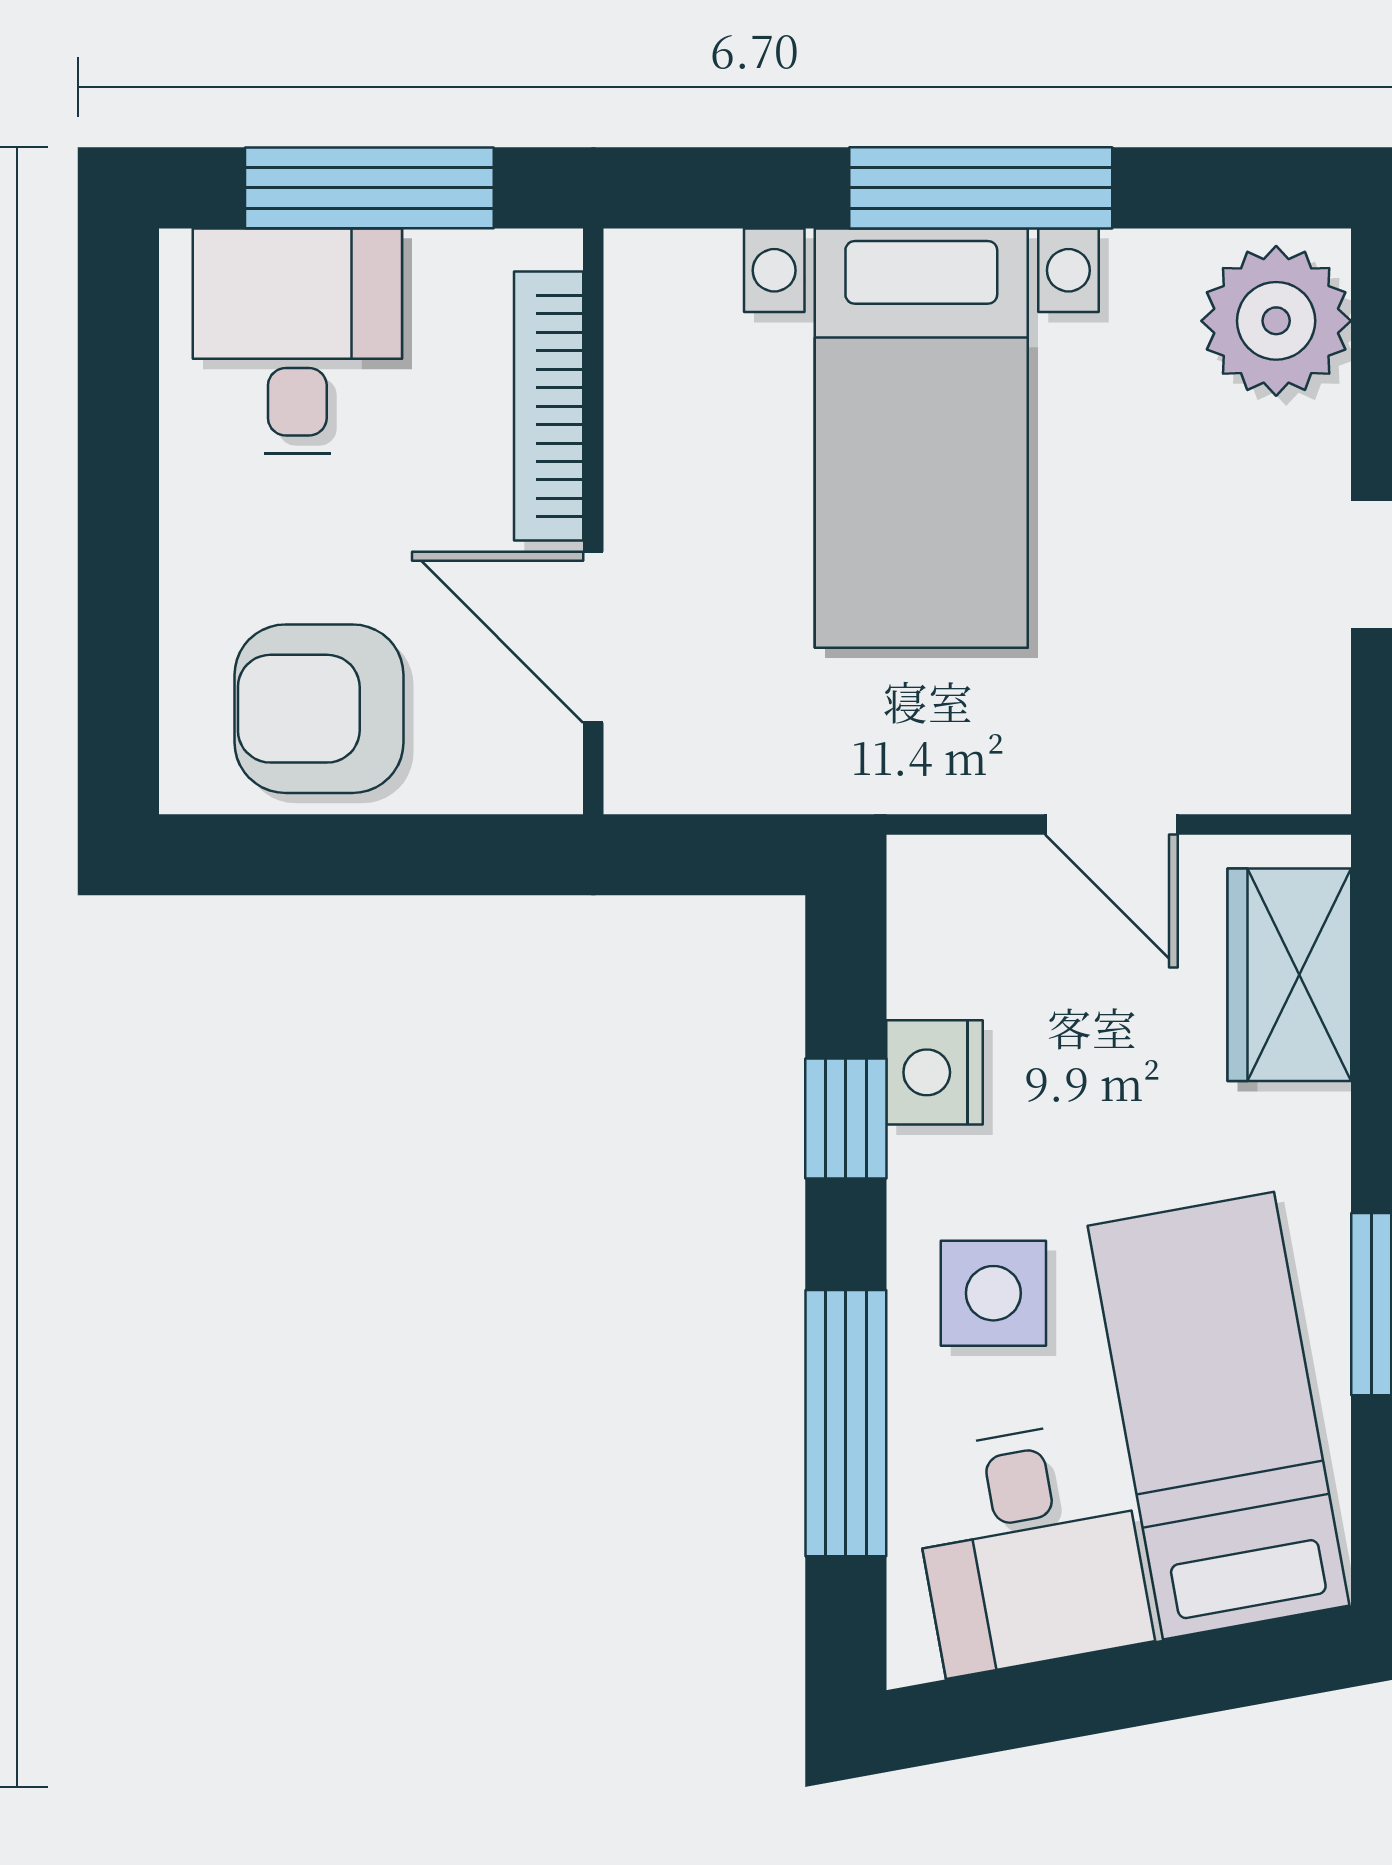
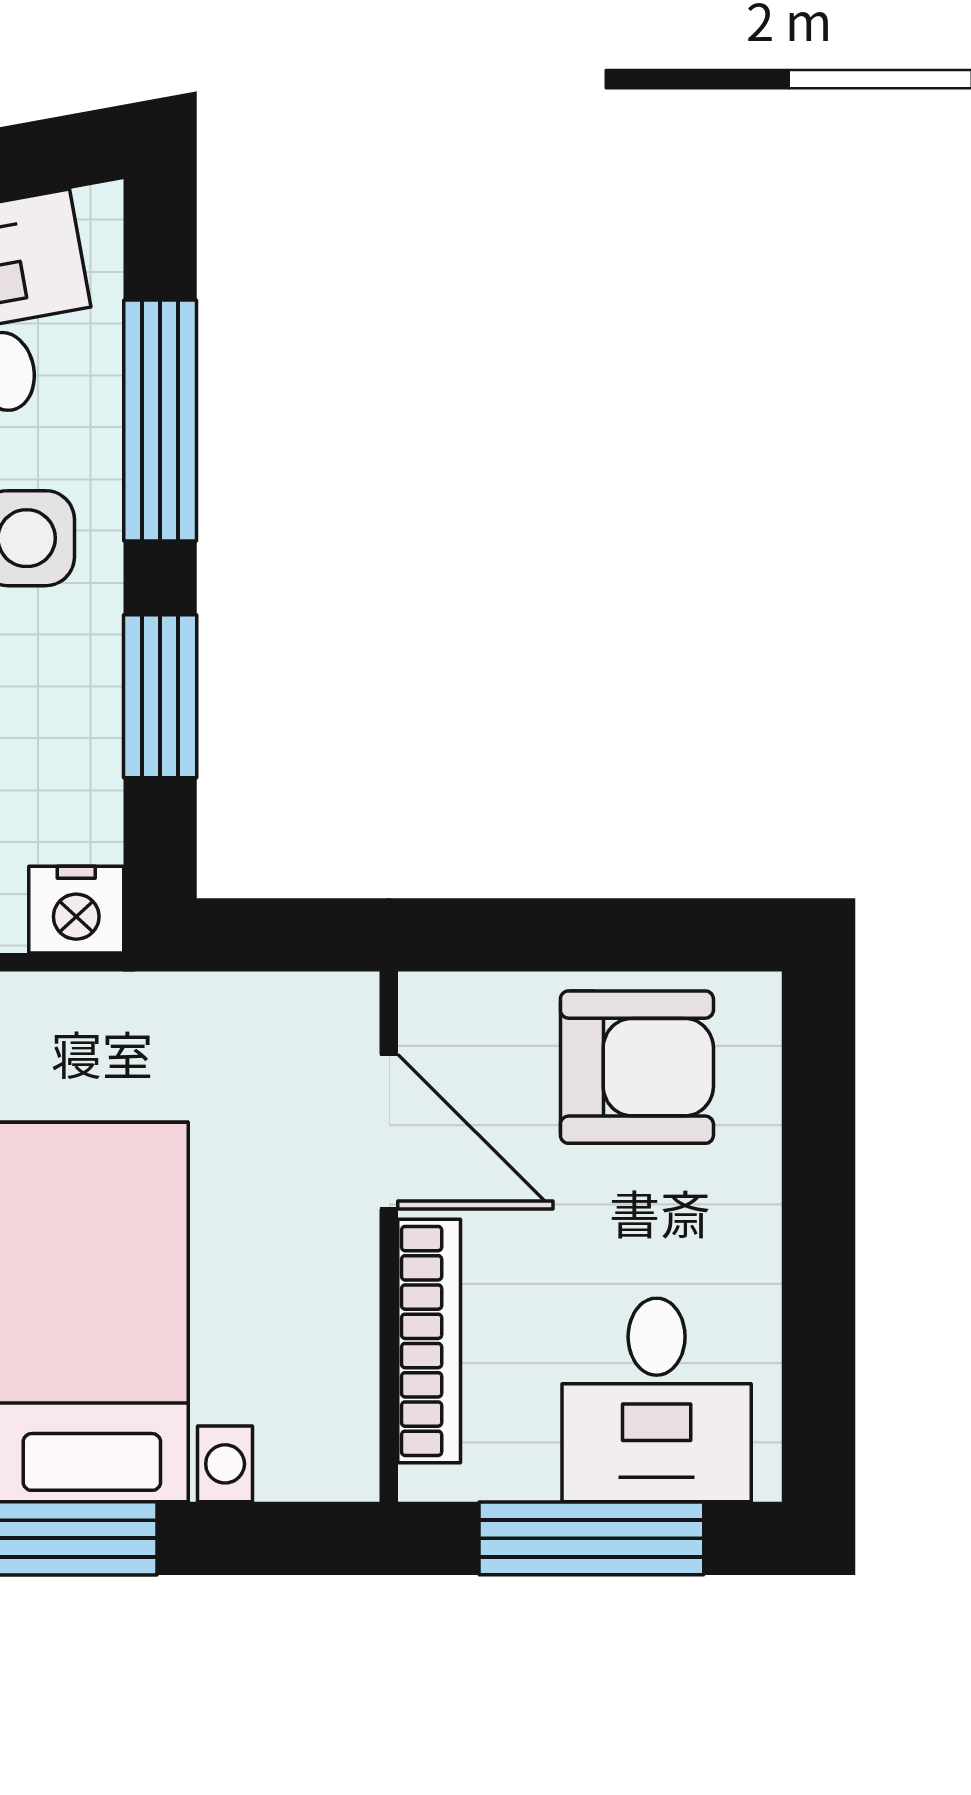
nightstand: (934, 1072) -> (76, 910), moved, turned 90
window: (846, 1118) -> (160, 696), width x1.50

